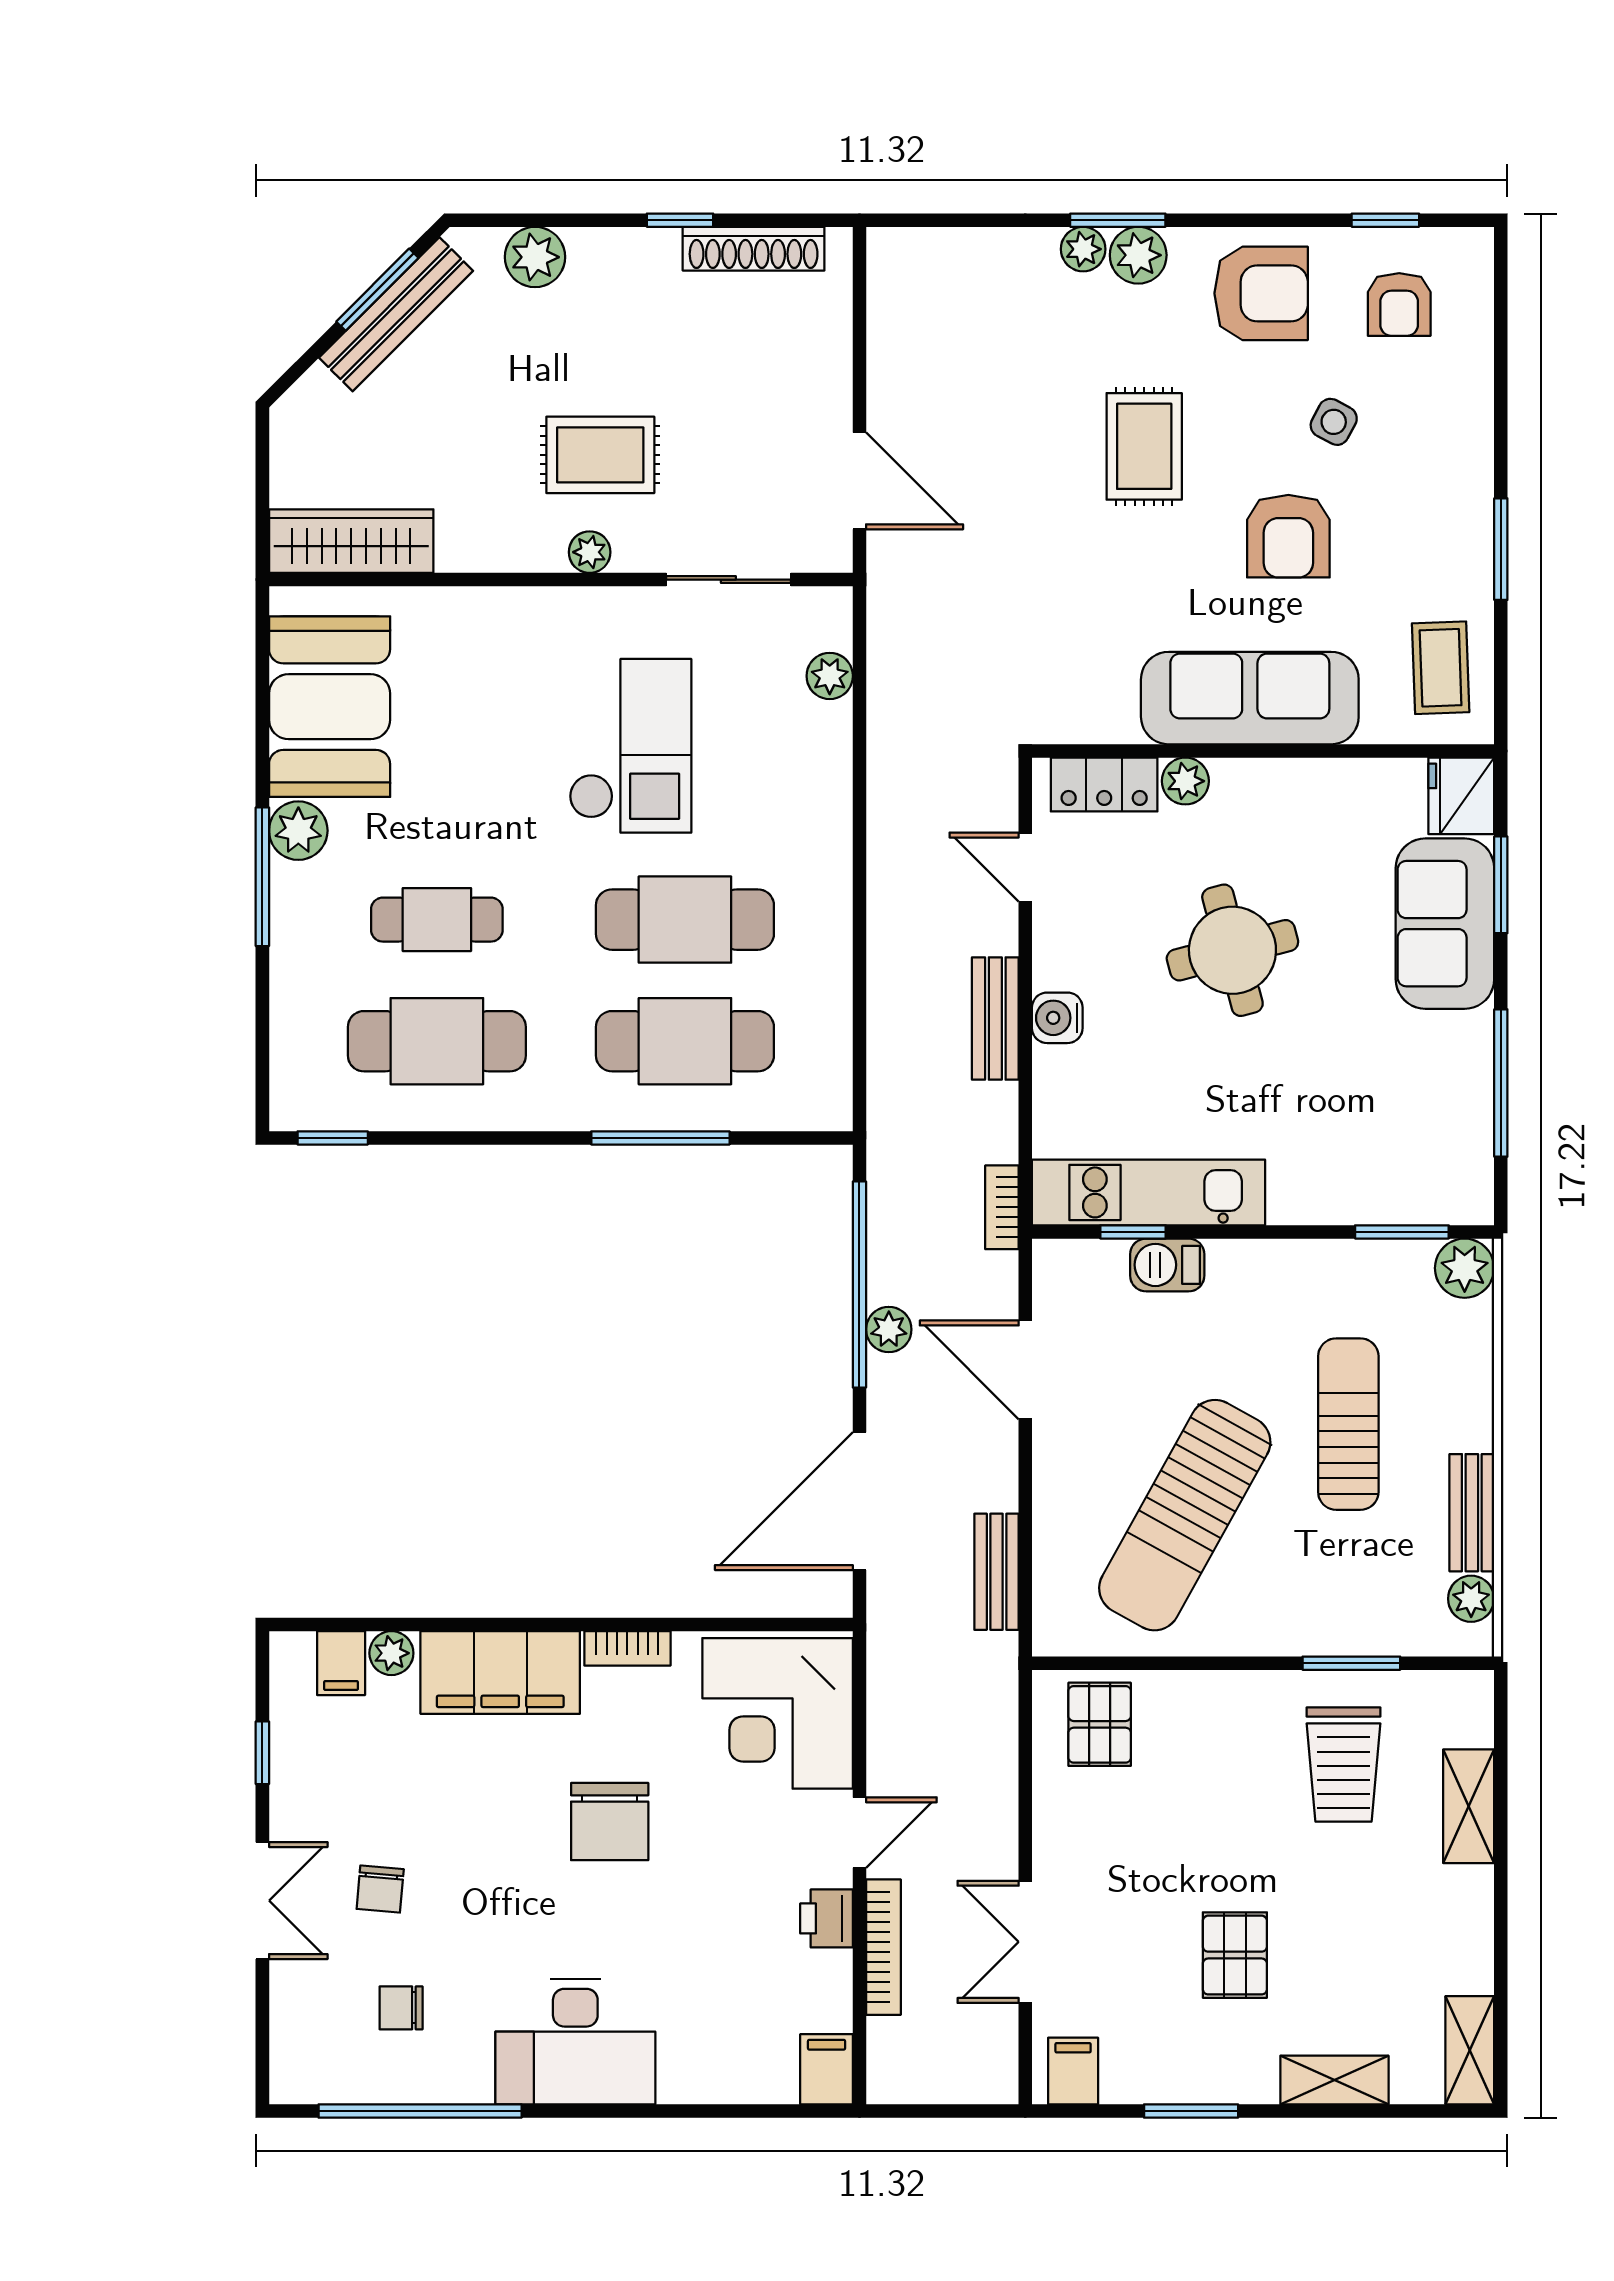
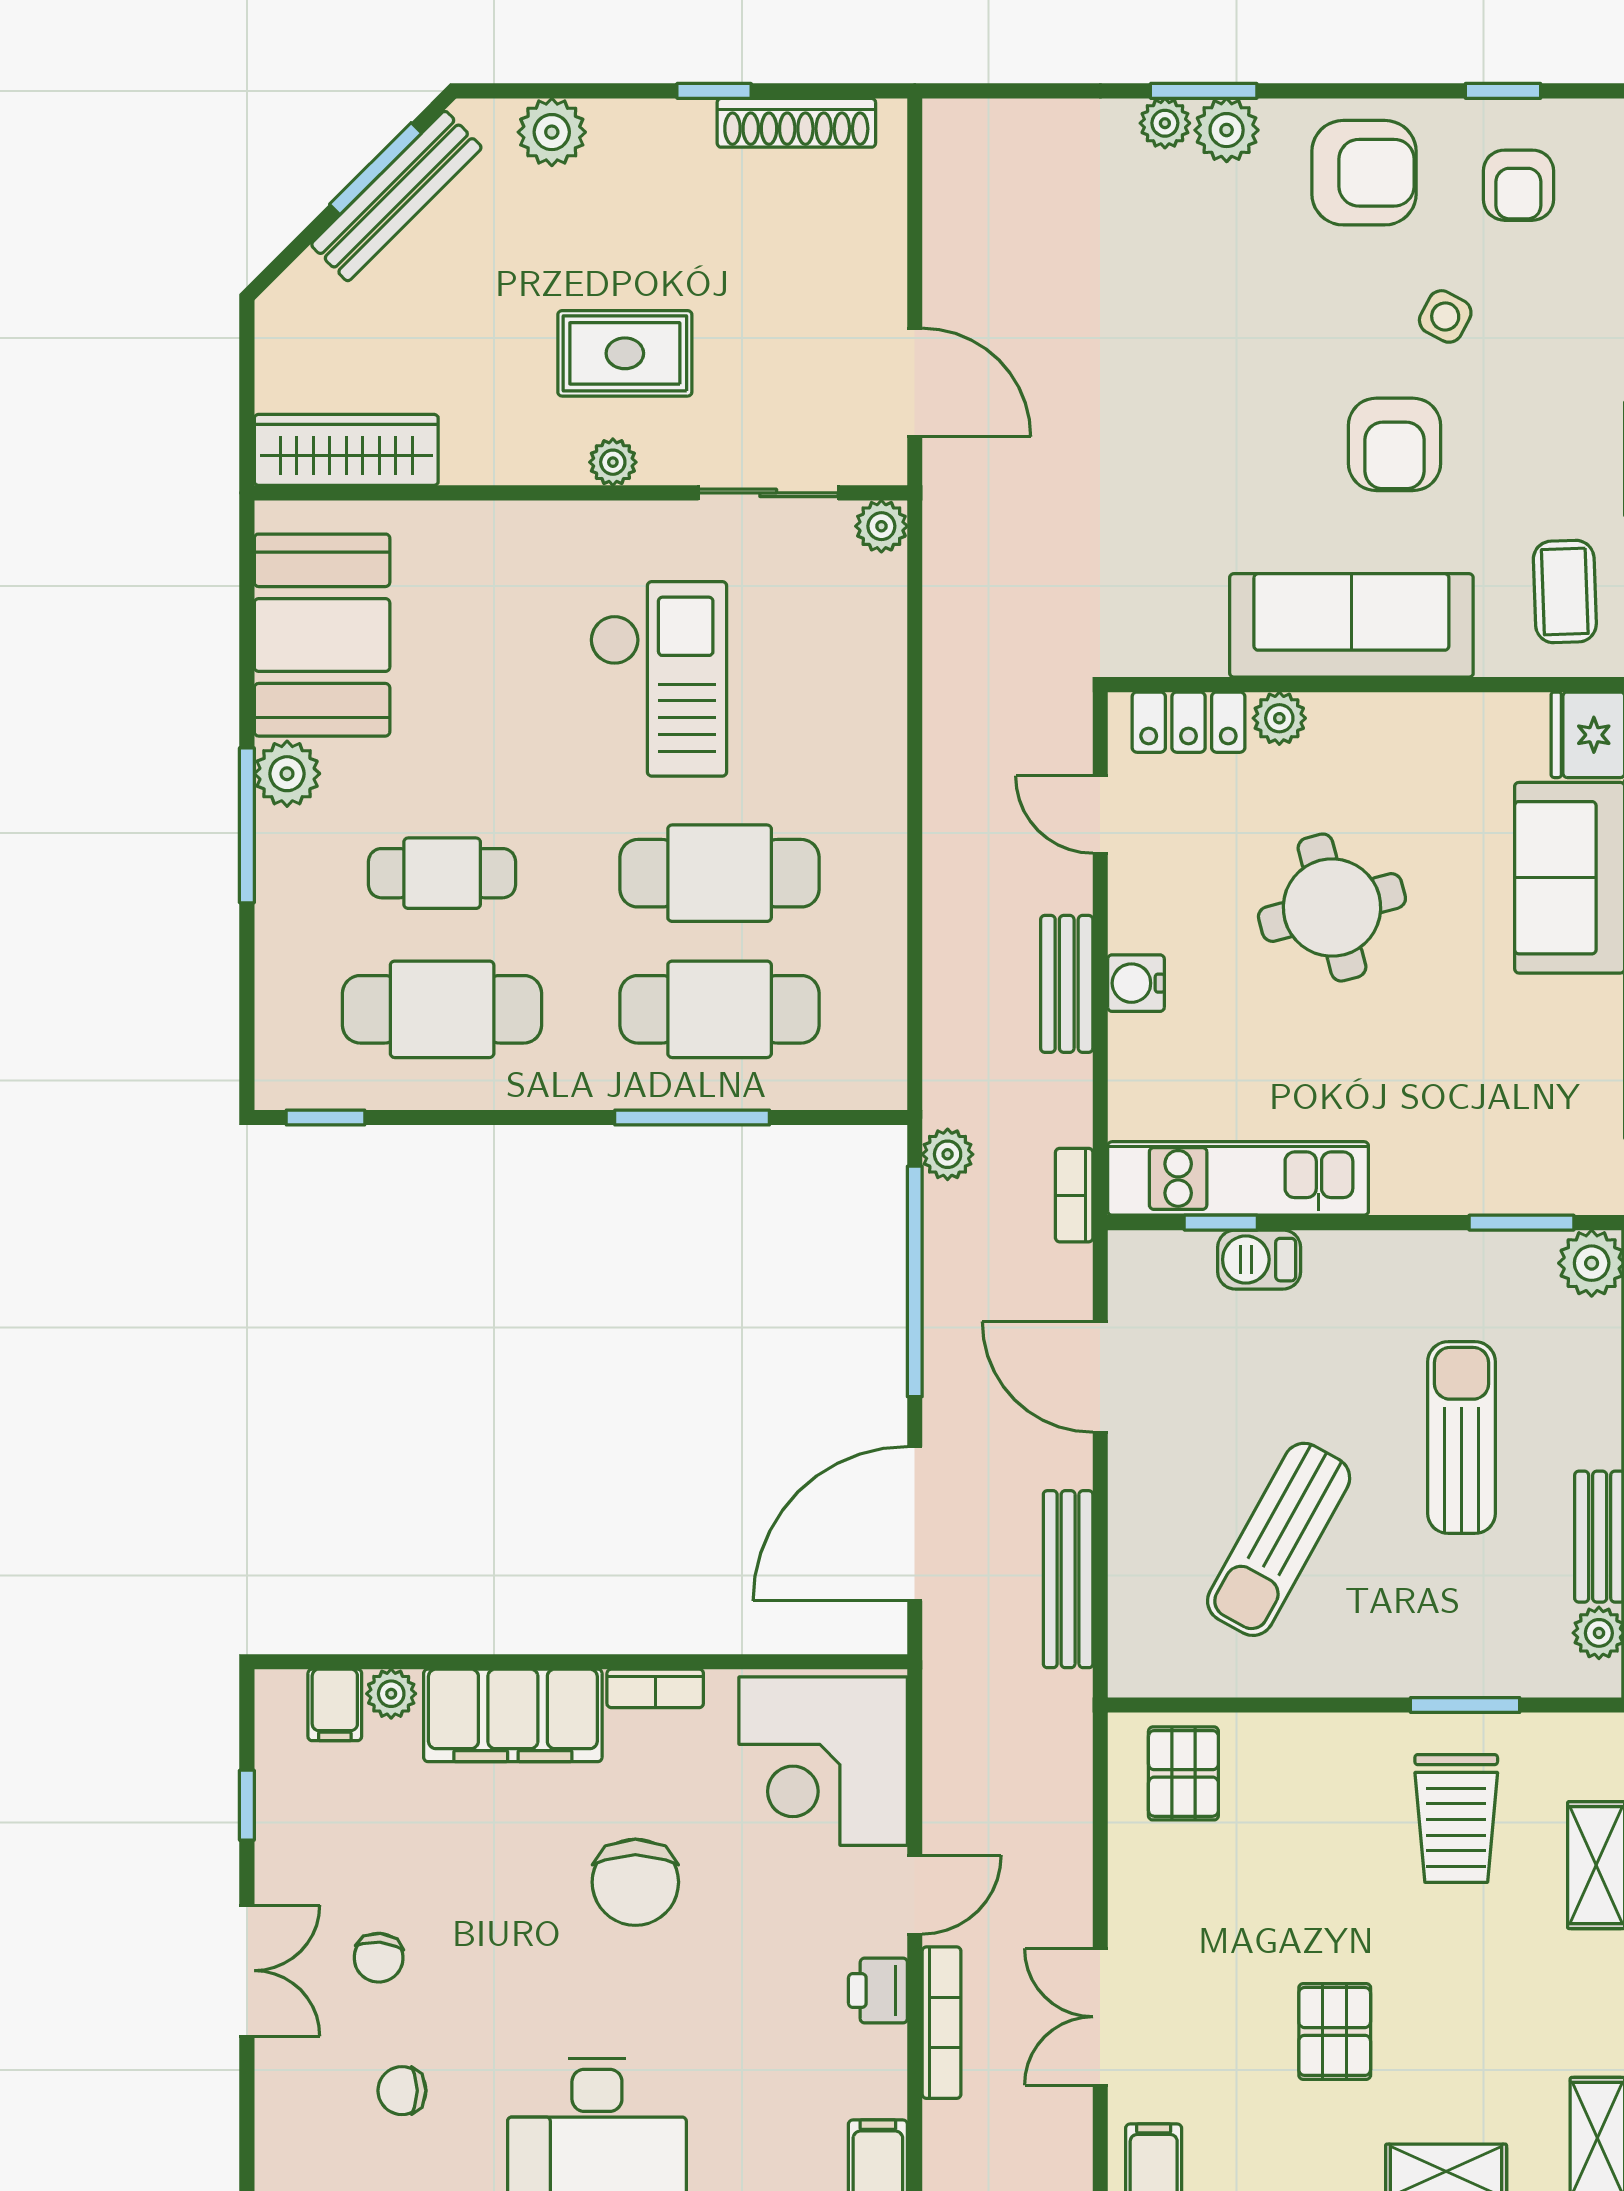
rug: (1144, 446) -> (1233, 344), removed
plant: (830, 676) -> (881, 526), moved
plant: (889, 1329) -> (948, 1154), moved
sun lounger: (1185, 1515) -> (1279, 1539), width x0.73, depth x0.75
bench: (997, 1572) -> (1068, 1579), width x1.36

